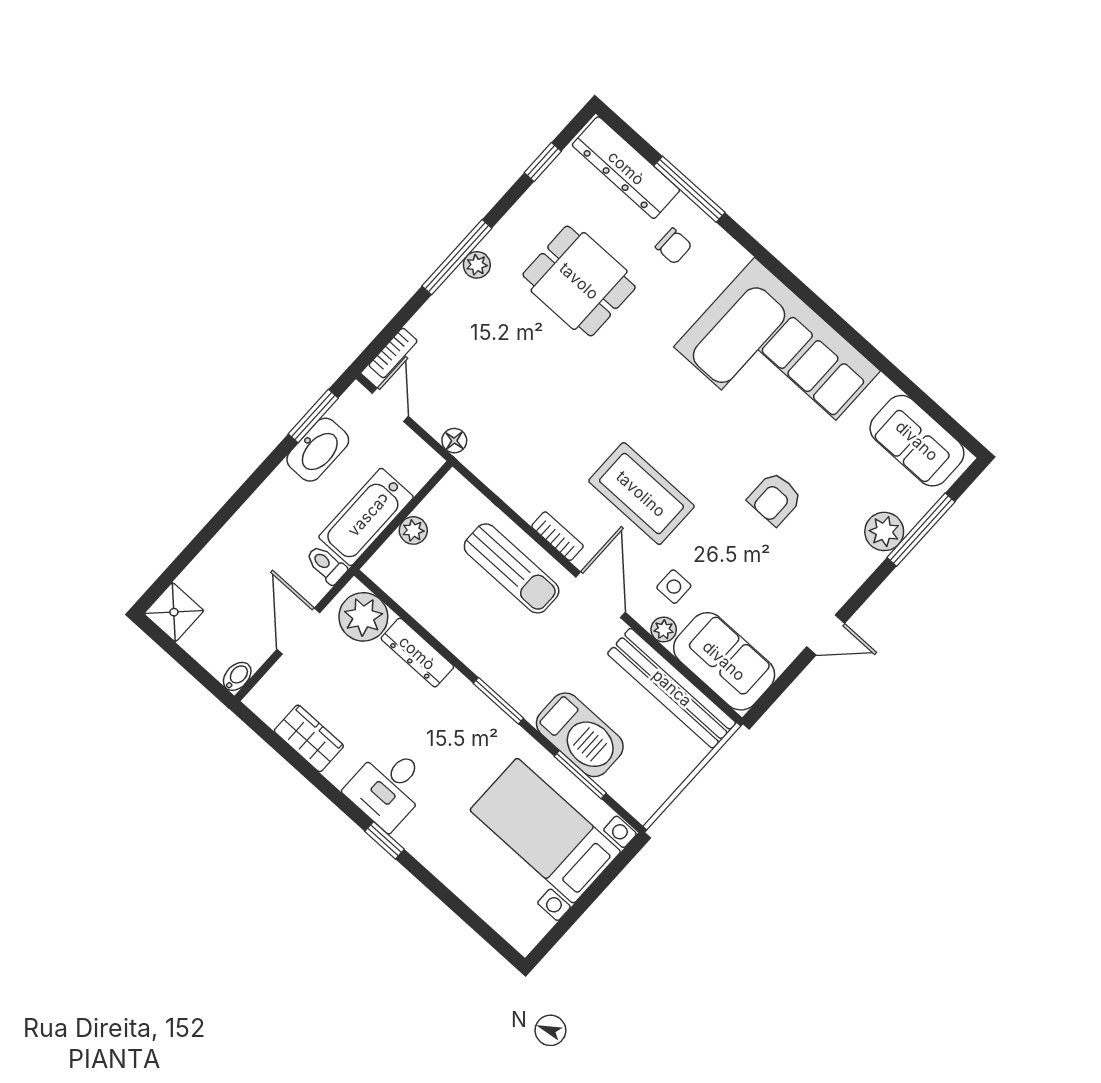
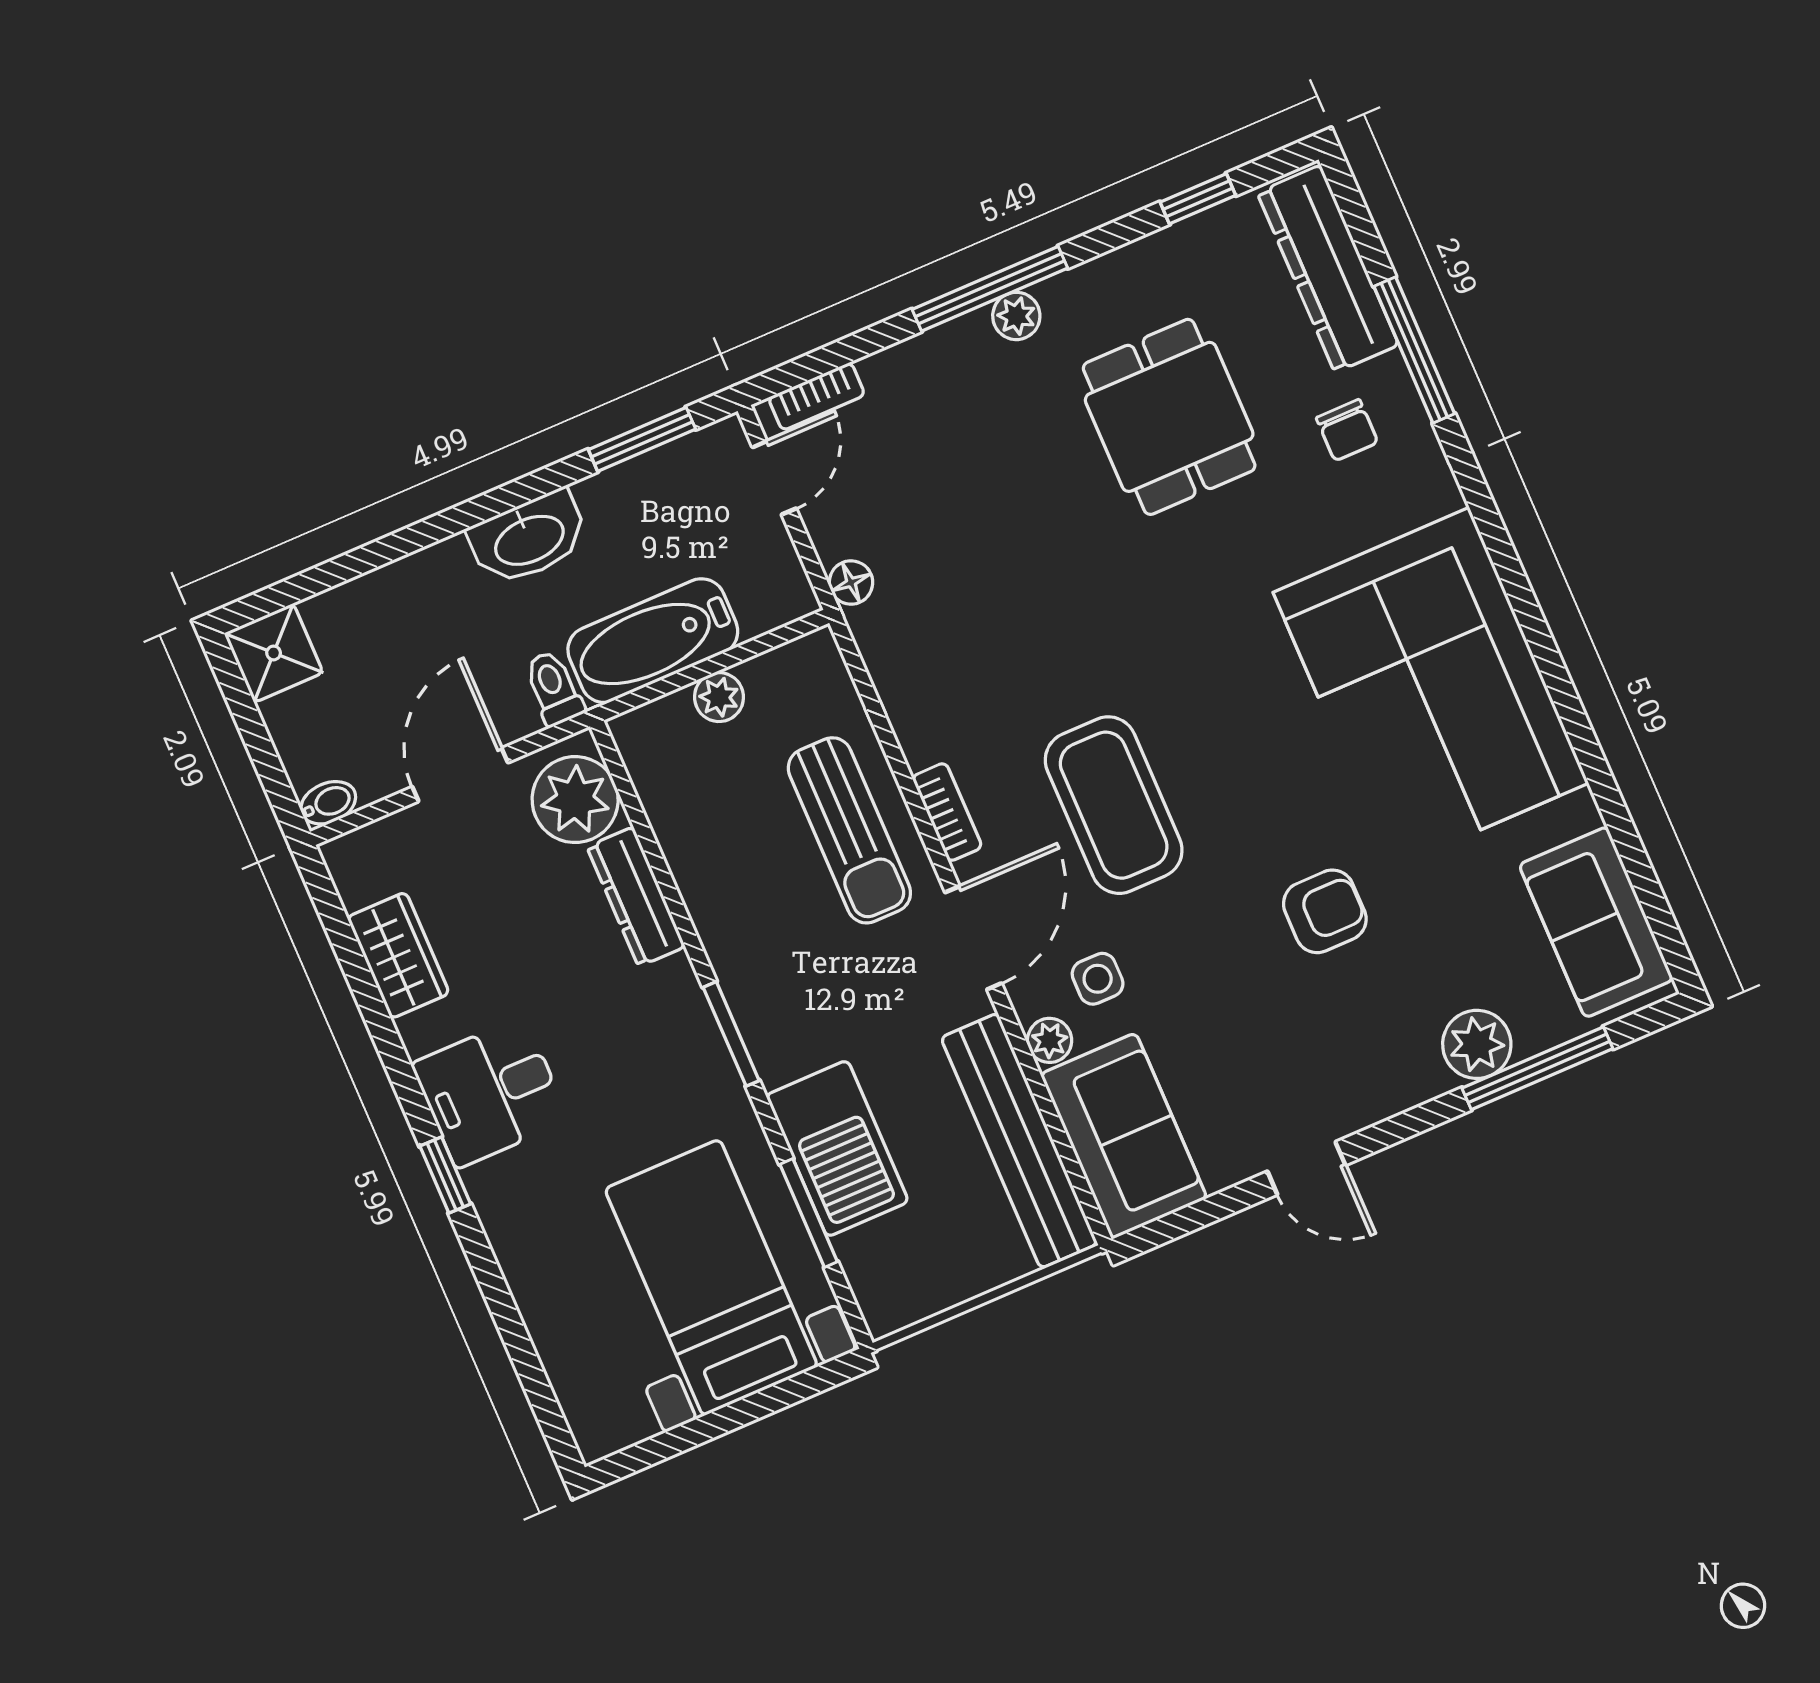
washbasin: (318, 450) -> (529, 538), moved
armchair: (775, 499) -> (1325, 911), turned 180

